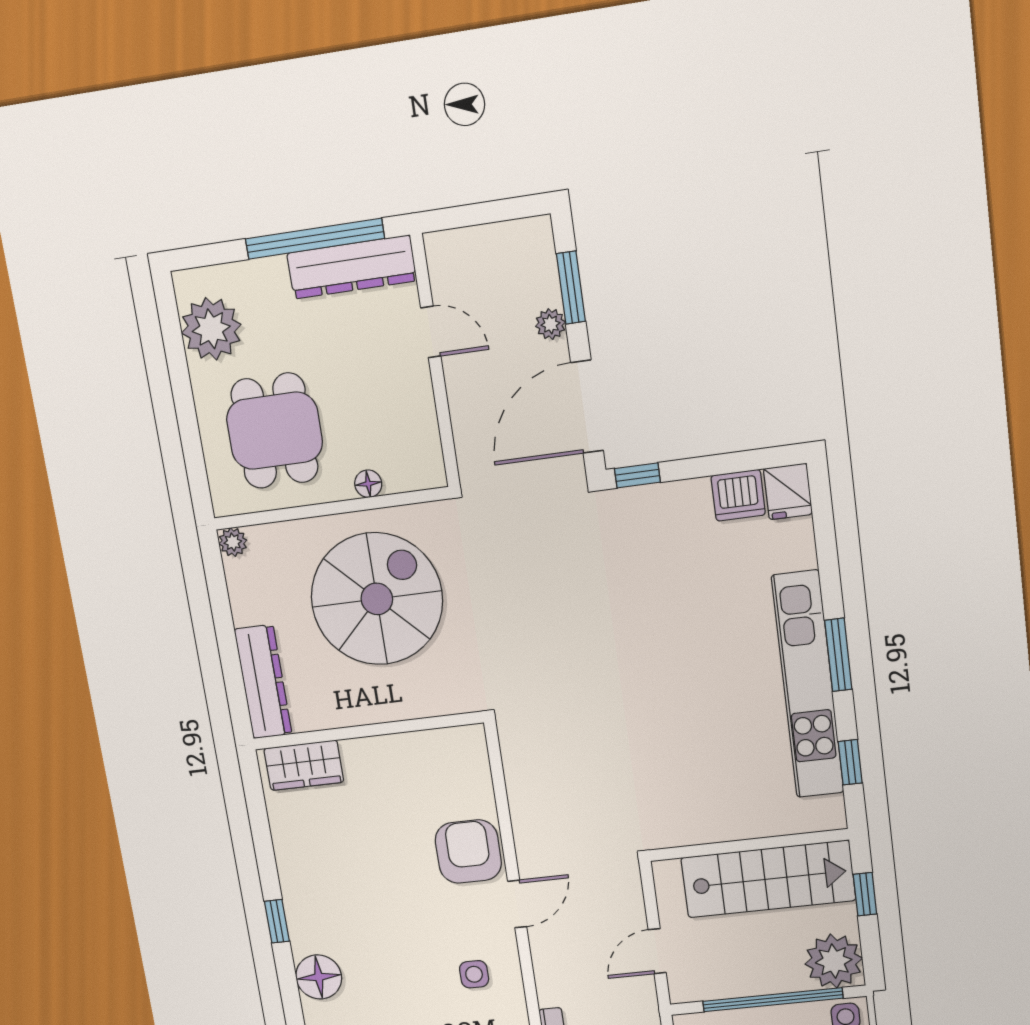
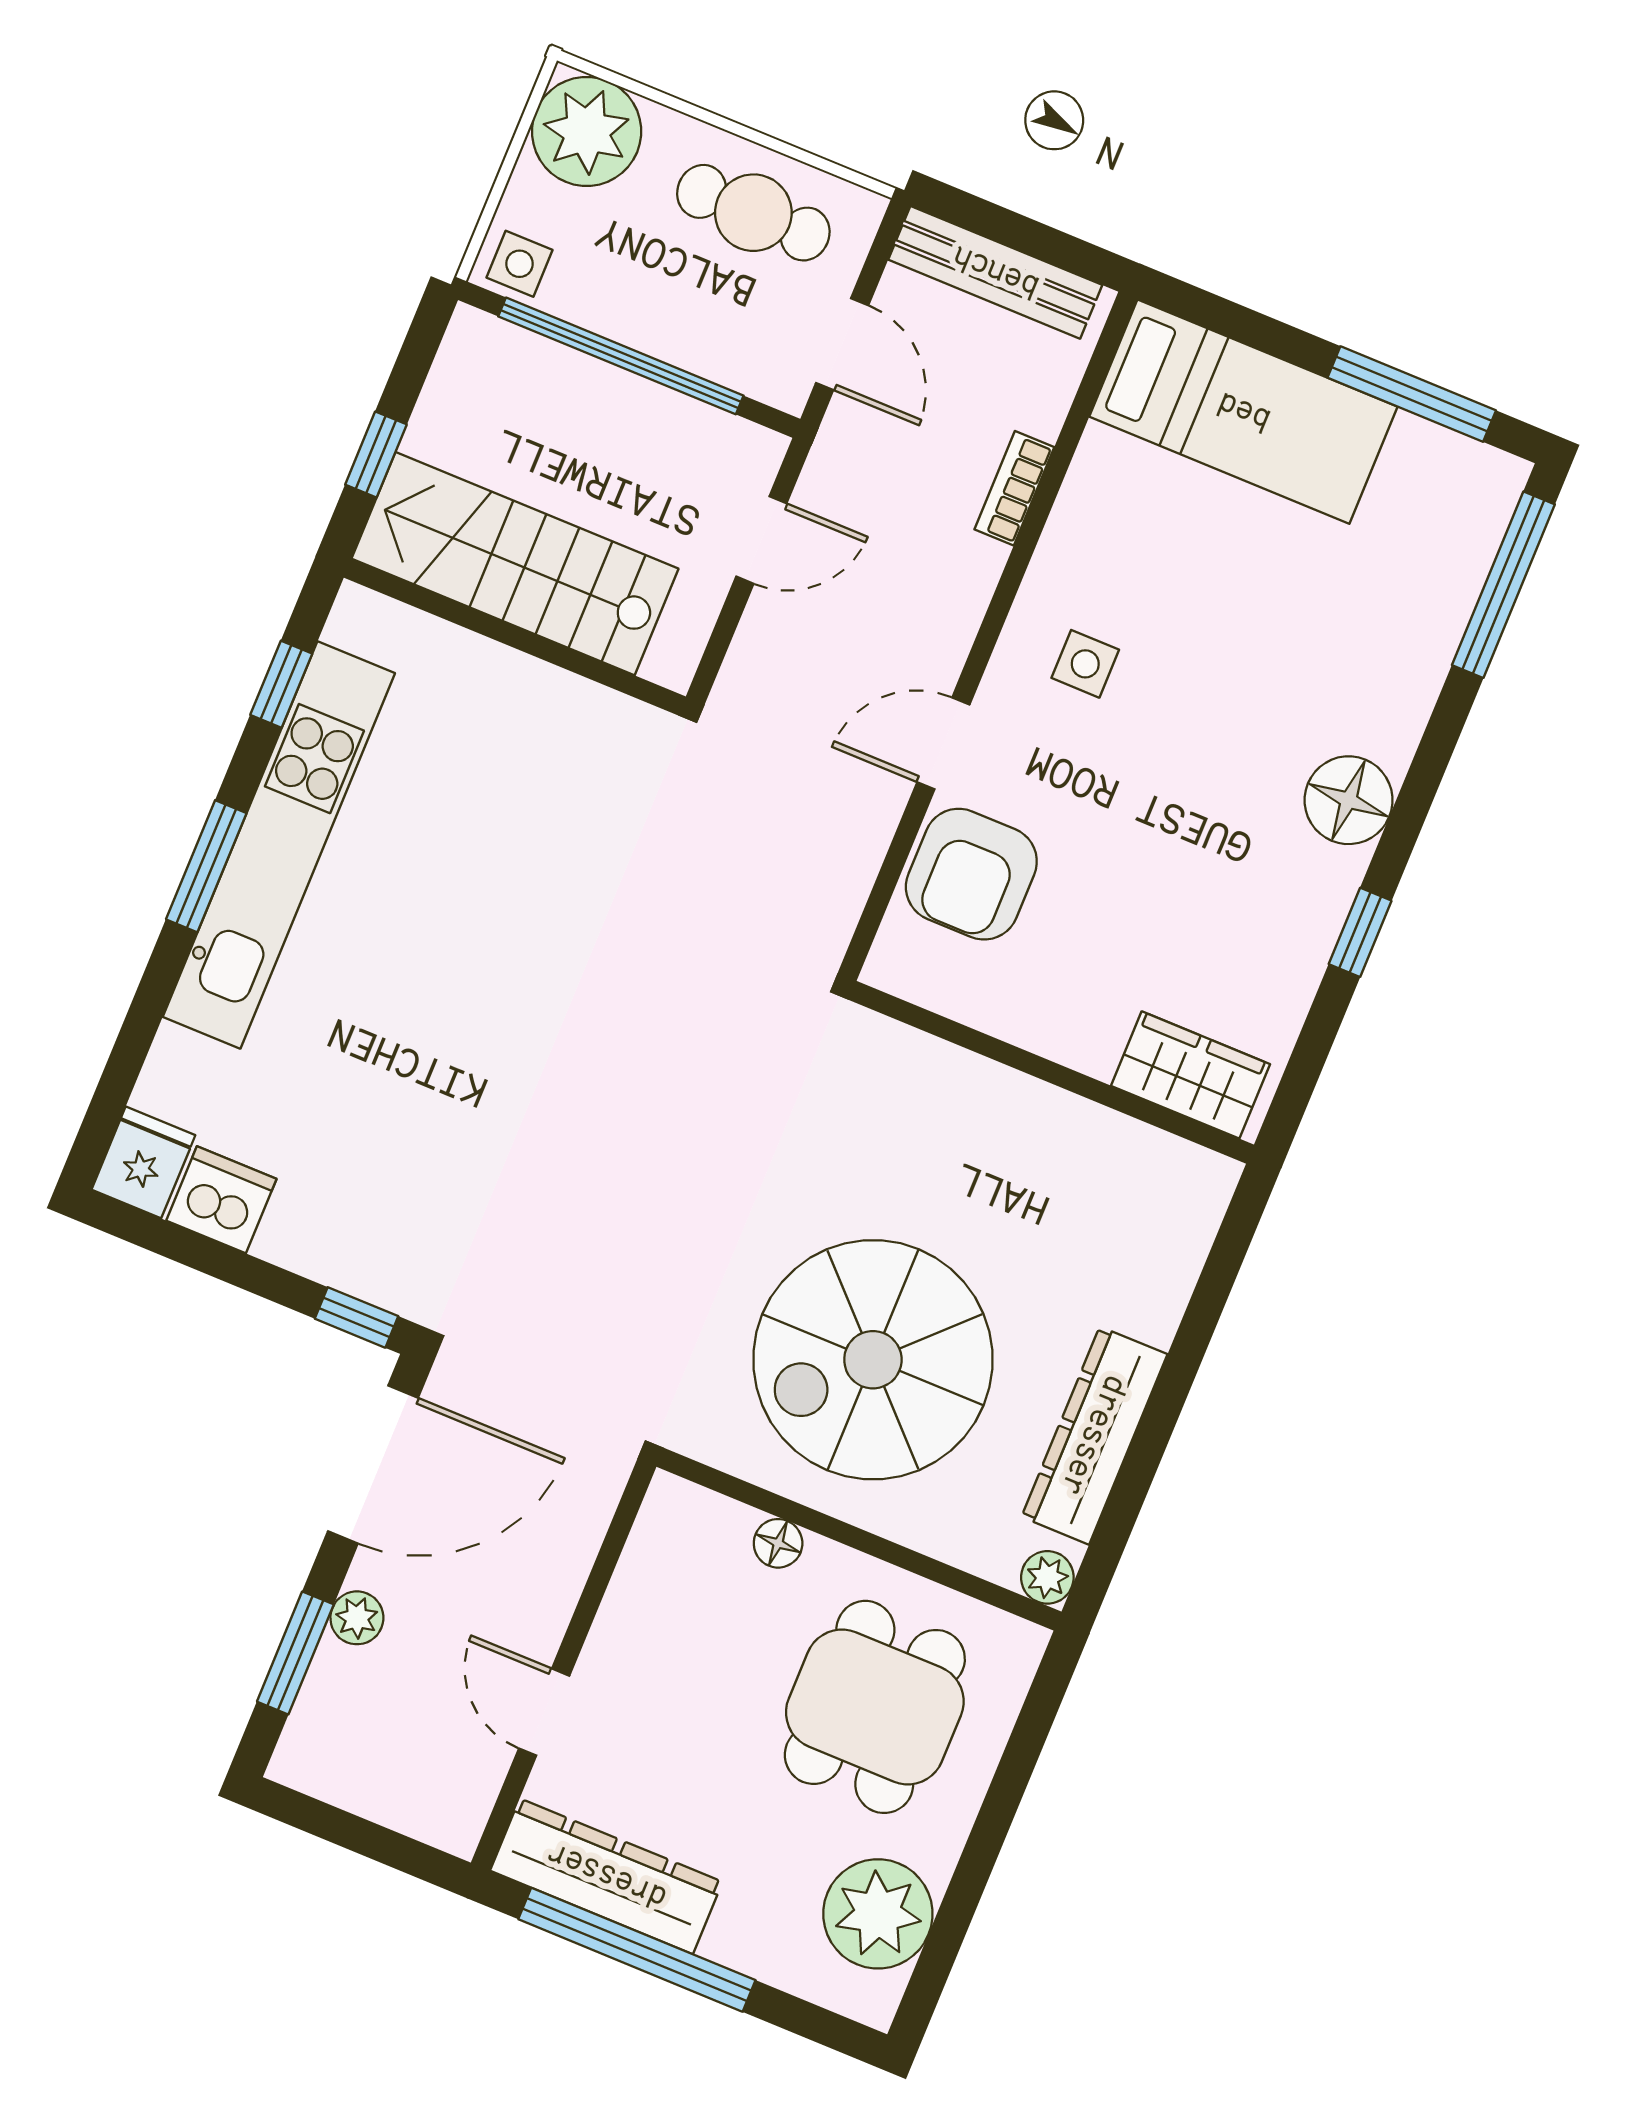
dresser: (263, 682) -> (1094, 1436), moved
wall: (368, 731) -> (1051, 1072), moved
wardrobe: (304, 765) -> (1191, 1075), moved
plant: (834, 961) -> (487, 369), removed

